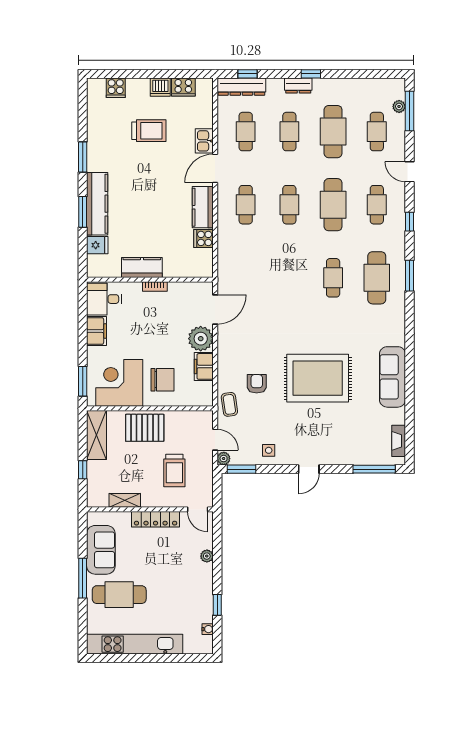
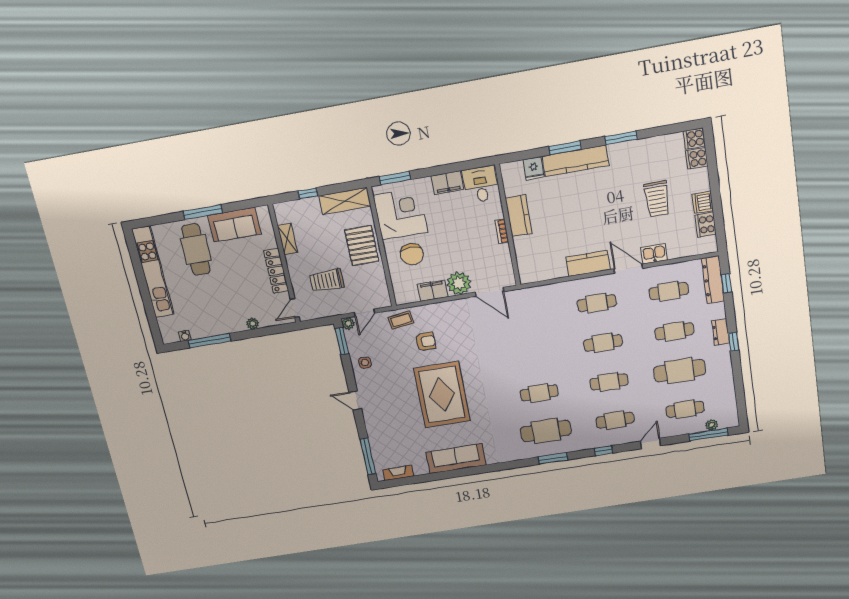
cafe table: (333, 205) -> (609, 382), width x0.73, depth x0.74
cooker: (203, 238) -> (694, 139), moved, turned -90
window: (217, 605) -> (210, 341), width x2.17

